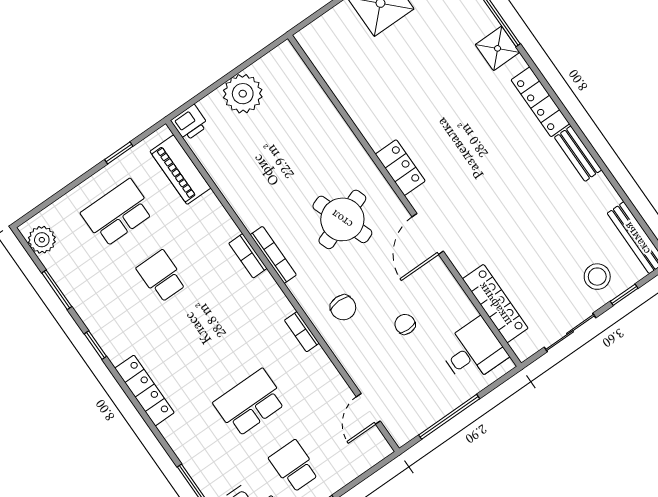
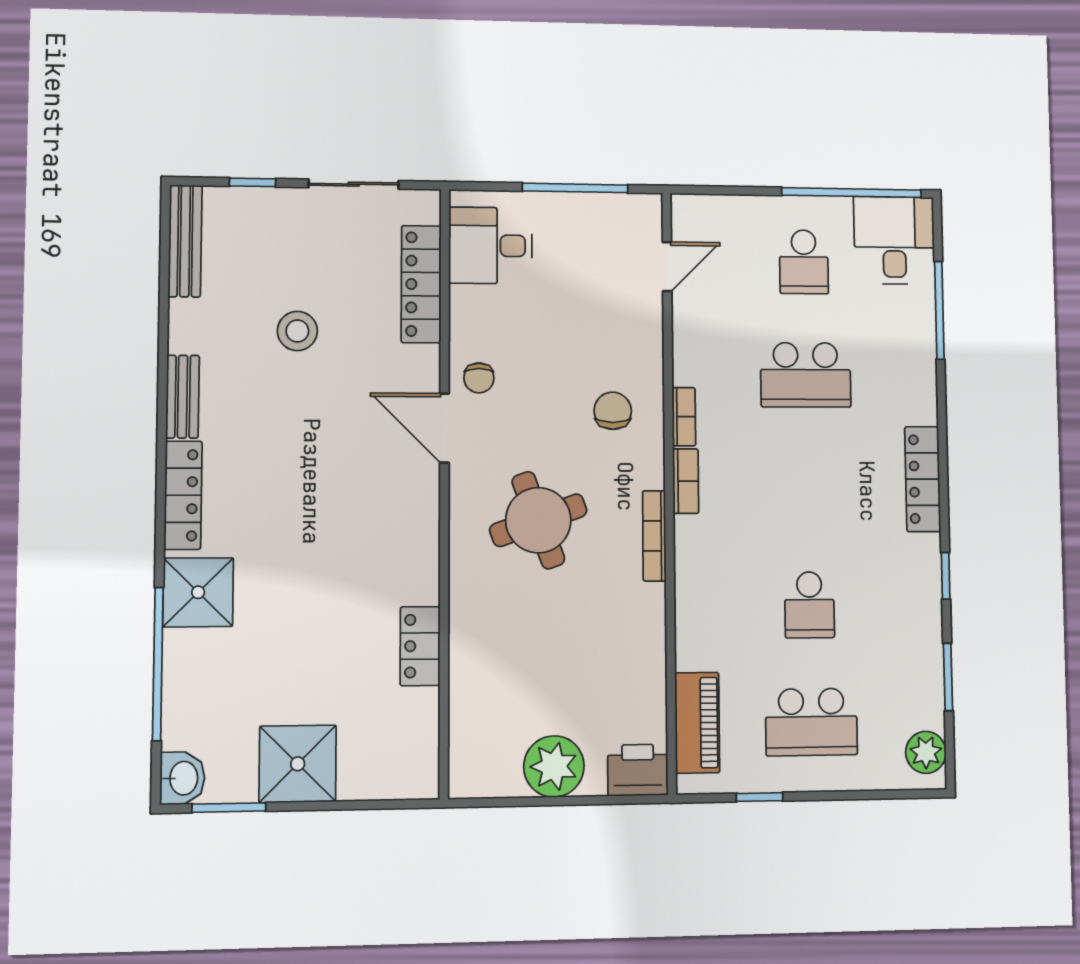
shower: (498, 48) -> (198, 592), width x1.36, depth x1.36
printer: (190, 123) -> (638, 770), width x1.36, depth x1.24
locker: (400, 168) -> (420, 646), moved
door: (428, 234) -> (444, 428), swing flipped
bookcase: (248, 256) -> (686, 481), moved
stool: (597, 277) -> (297, 331), moved
chair: (405, 324) -> (479, 378), moved

